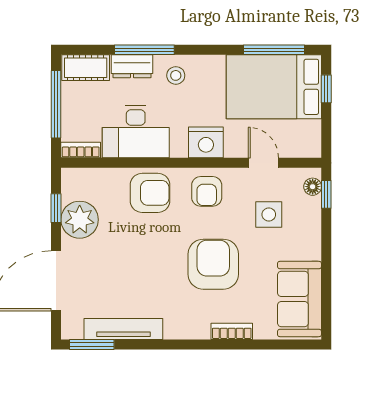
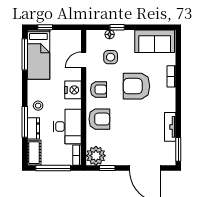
bed: (274, 87) -> (38, 55), width x0.67
floor lamp: (313, 187) -> (110, 34), moved
armchair: (150, 193) -> (99, 119), turned 90
window: (326, 194) -> (117, 27), moved
plant: (80, 220) -> (96, 156), moved
tv unit: (123, 329) -> (170, 127), width x0.71

